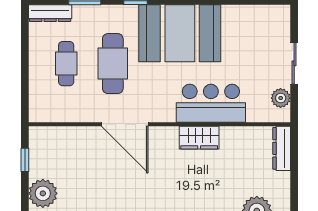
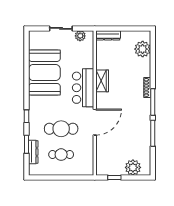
dresser: (50, 13) -> (33, 152), moved
booth: (180, 33) -> (44, 72), moved
bar counter: (211, 103) -> (83, 88), moved

